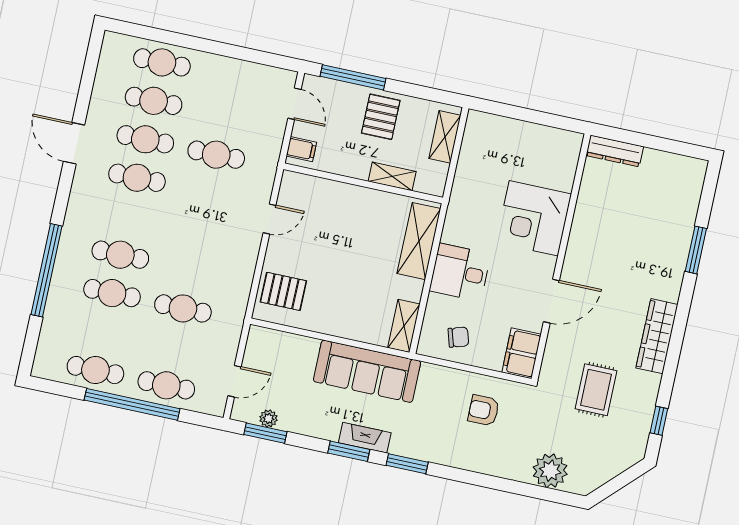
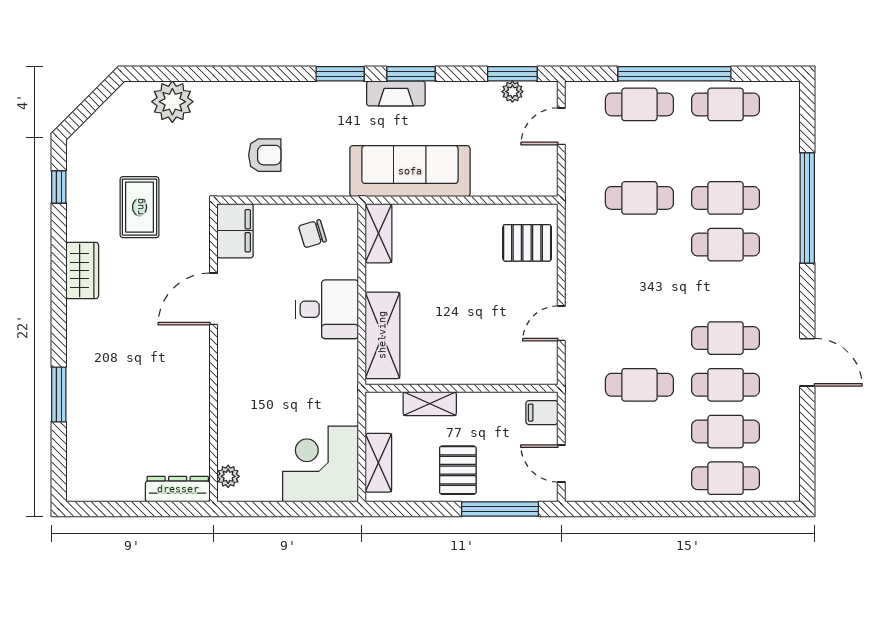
plant: (571, 153) -> (228, 476), added
corner desk: (534, 218) -> (320, 464), moved, turned -90
wardrobe: (657, 336) -> (82, 270), width x0.67

